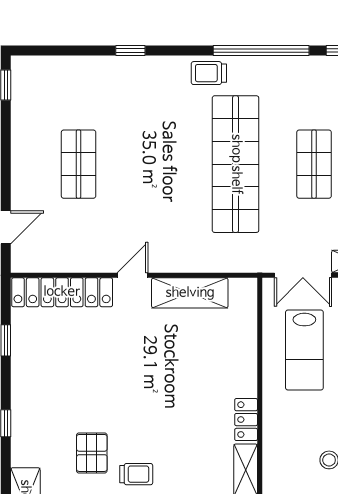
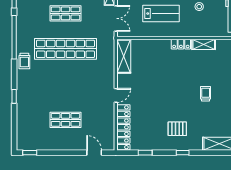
door: (133, 275) -> (116, 95), swing flipped
shelving: (190, 293) -> (124, 56), moved
lab bench: (304, 350) -> (161, 14), moved
pallet: (92, 453) -> (177, 129), moved

